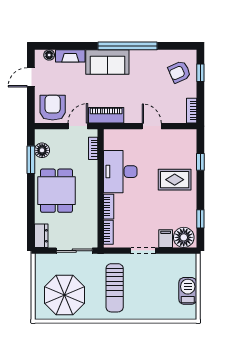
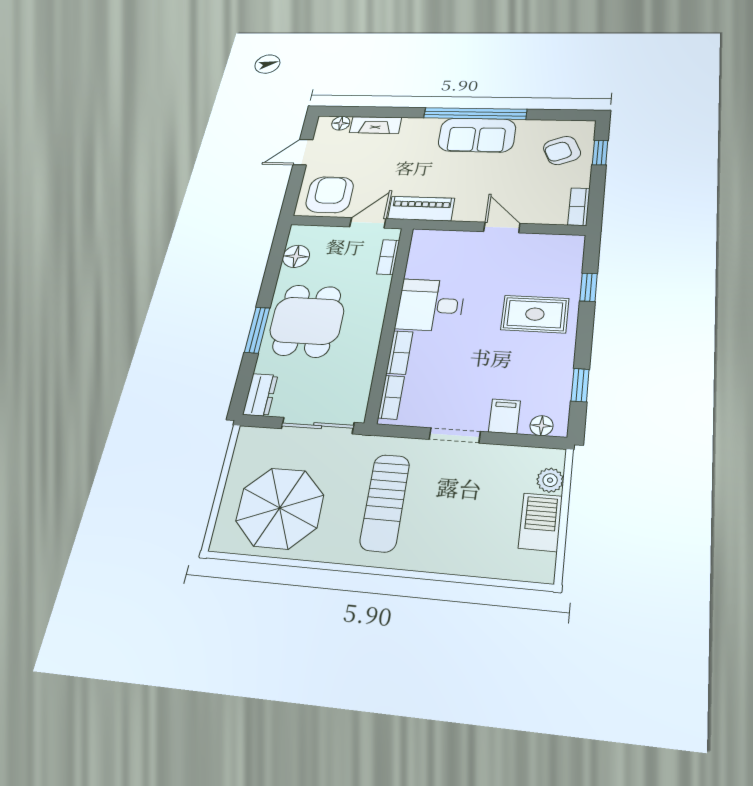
sofa: (107, 62) -> (477, 135), moved
window: (31, 160) -> (257, 330), moved
desk: (120, 172) -> (430, 305), width x0.73
floor lamp: (184, 237) -> (542, 426), width x0.53, depth x0.53
plant: (190, 270) -> (550, 480), added

